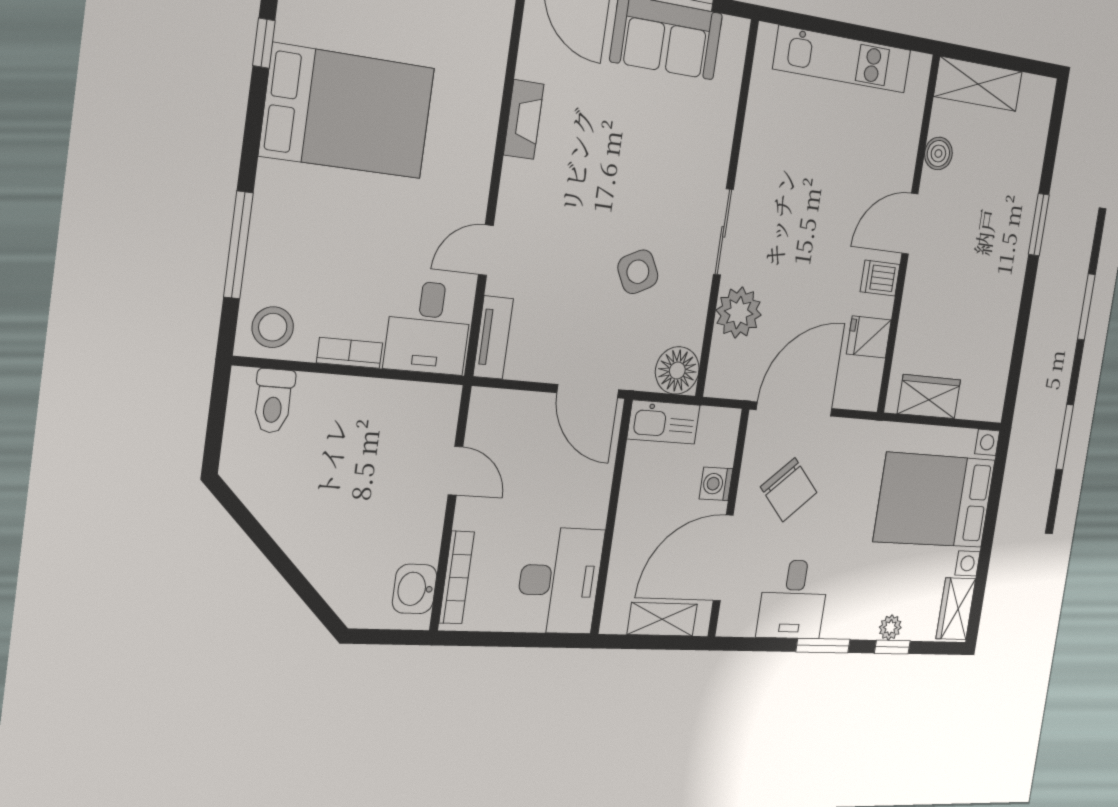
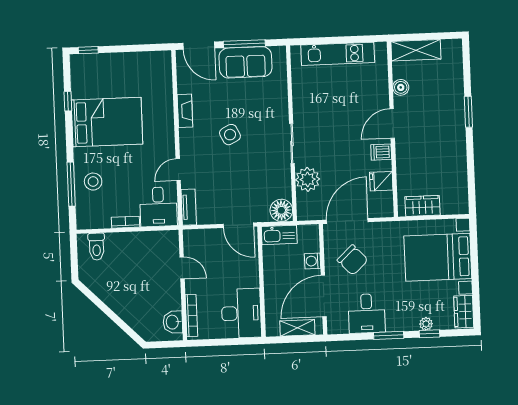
side table: (638, 272) -> (230, 135), moved
stool: (273, 327) -> (93, 182), moved

